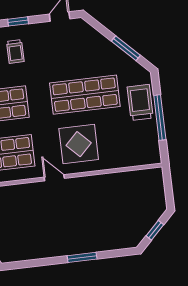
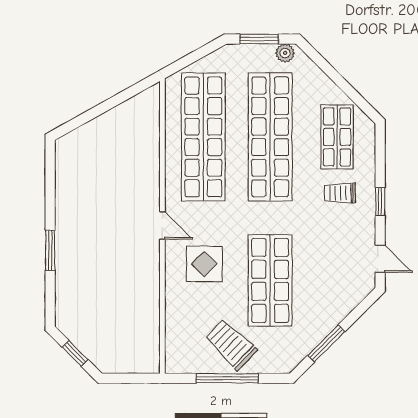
trolley: (140, 102) -> (231, 344), moved, turned -136
display table: (79, 144) -> (204, 264), width x0.73, depth x0.73
door: (54, 178) -> (162, 225), hinge flipped

